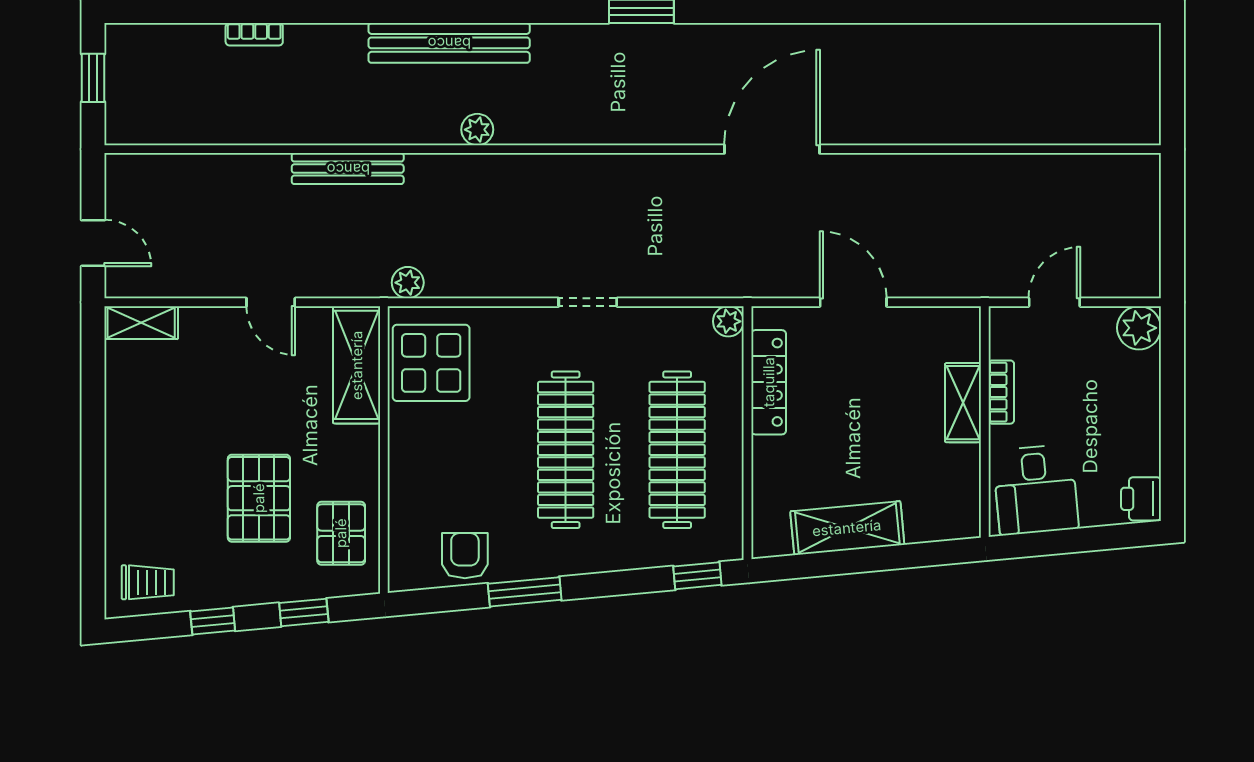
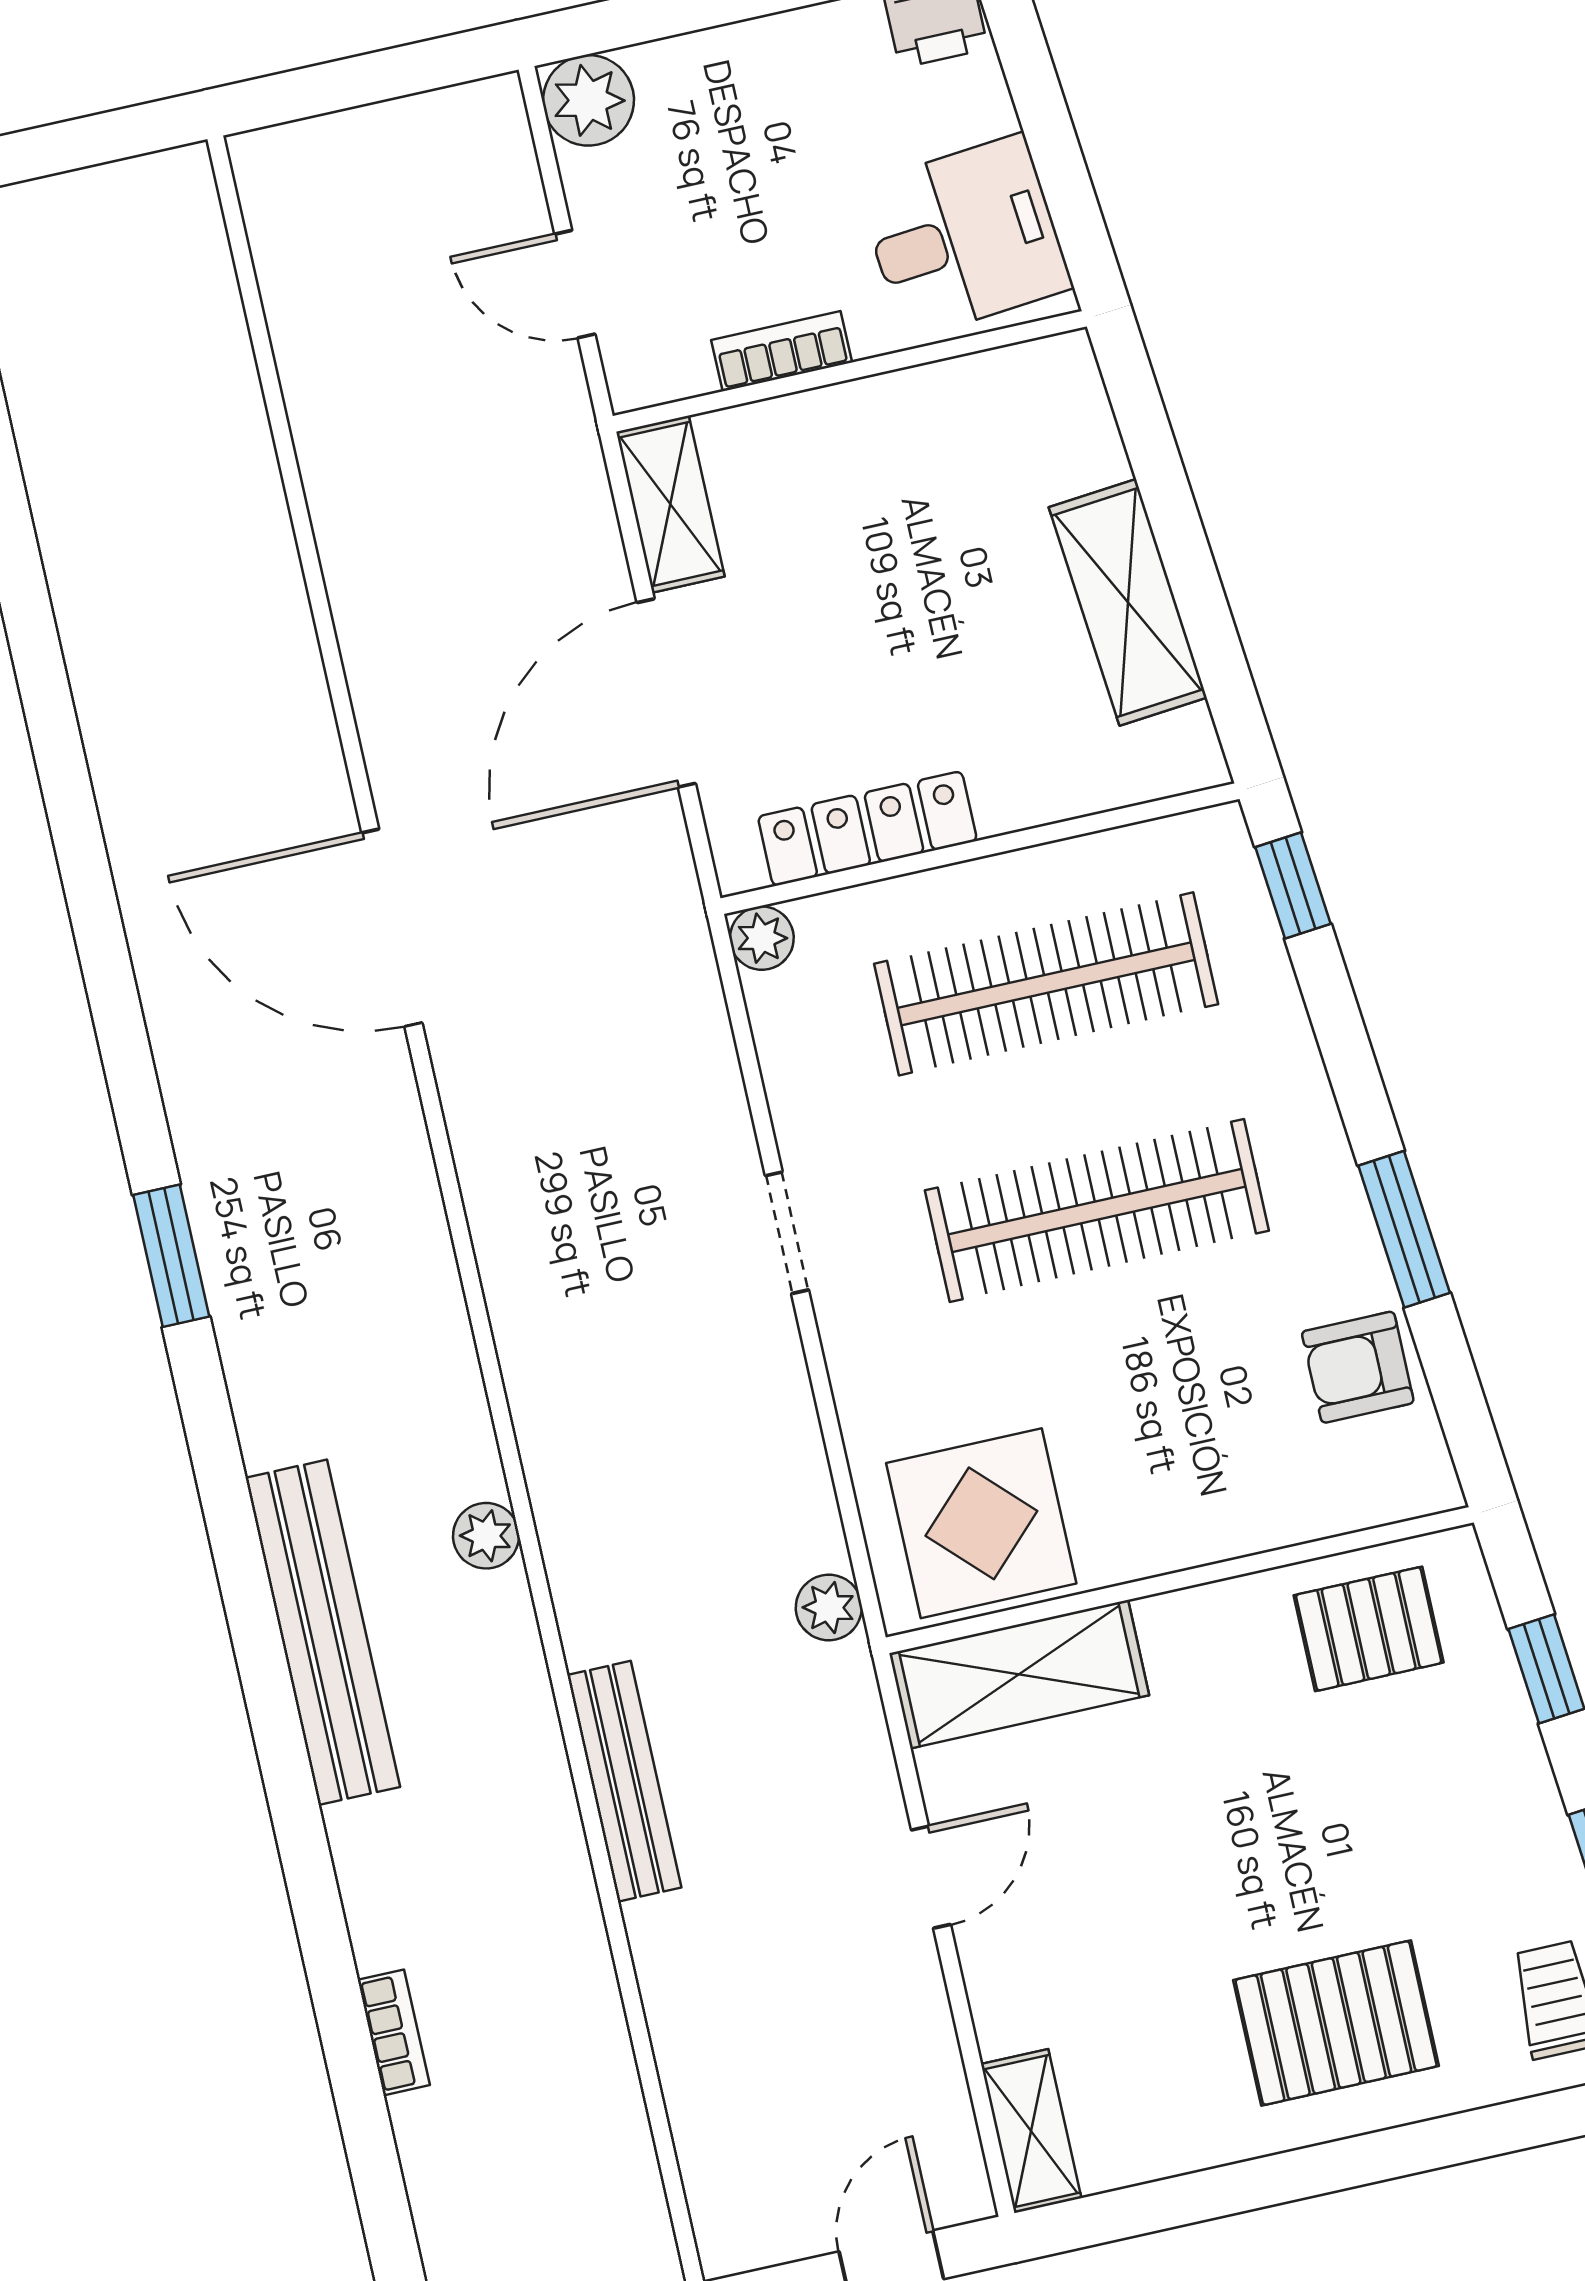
door: (853, 302) -> (666, 693), width x1.36
shelving: (963, 403) -> (670, 504), moved, turned 90
pallet: (259, 498) -> (1336, 2023), moved

